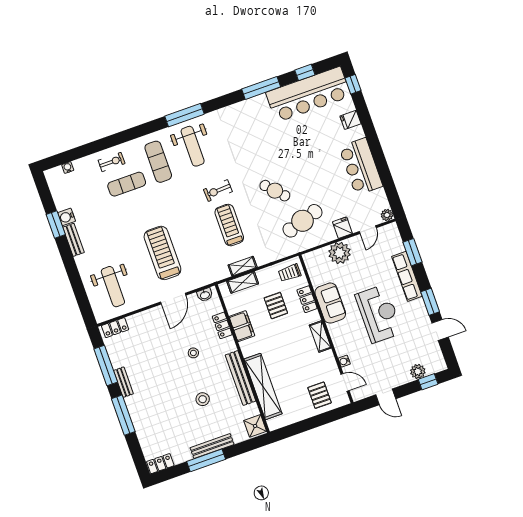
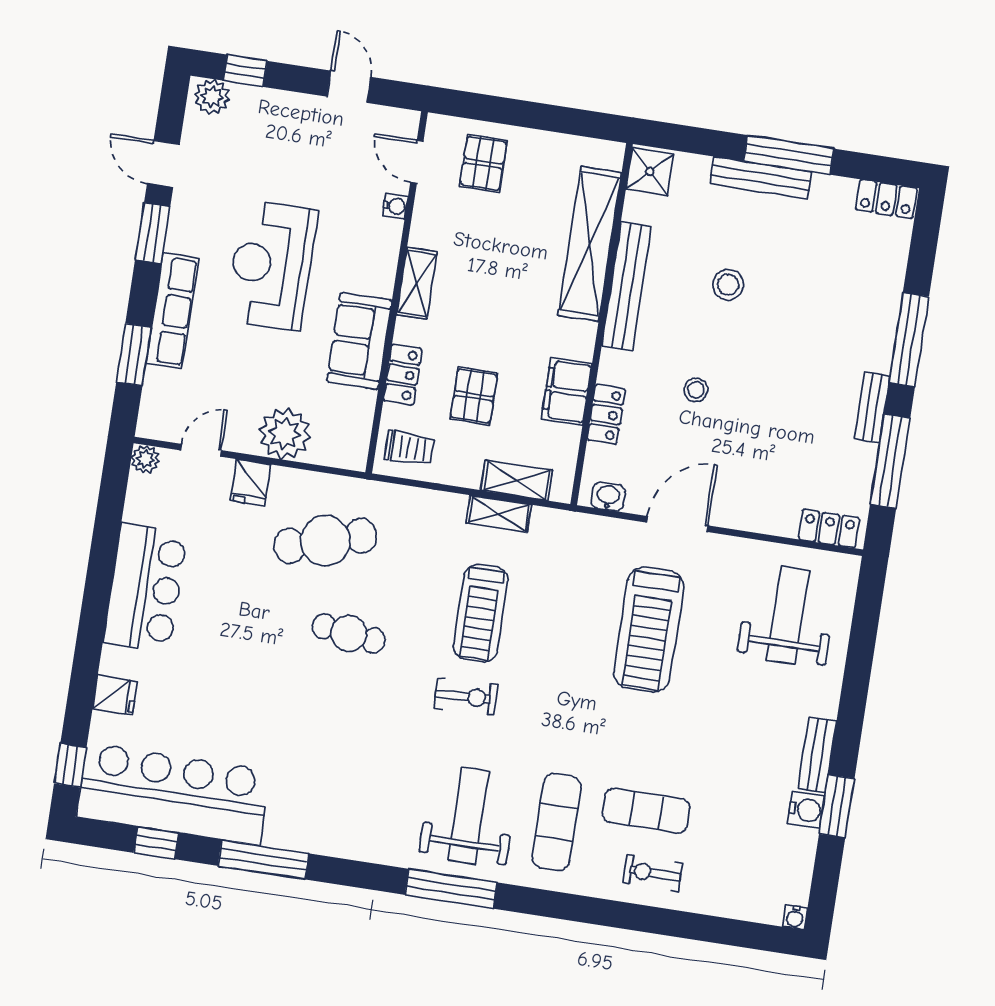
water cooler: (68, 168) -> (795, 917), moved
cafe table: (275, 191) -> (349, 633), turned -40
plant: (418, 371) -> (212, 97), moved

